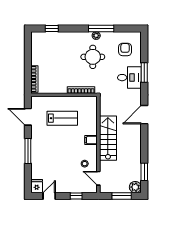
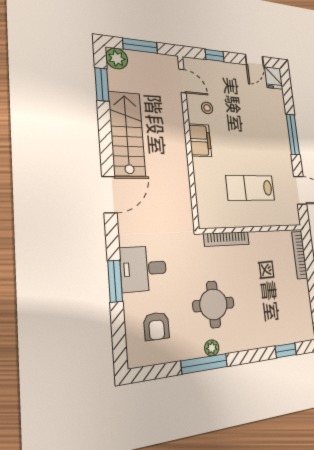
stairs: (108, 138) -> (127, 134), moved, turned 180
filing cabinet: (91, 140) -> (200, 140), width x2.00

